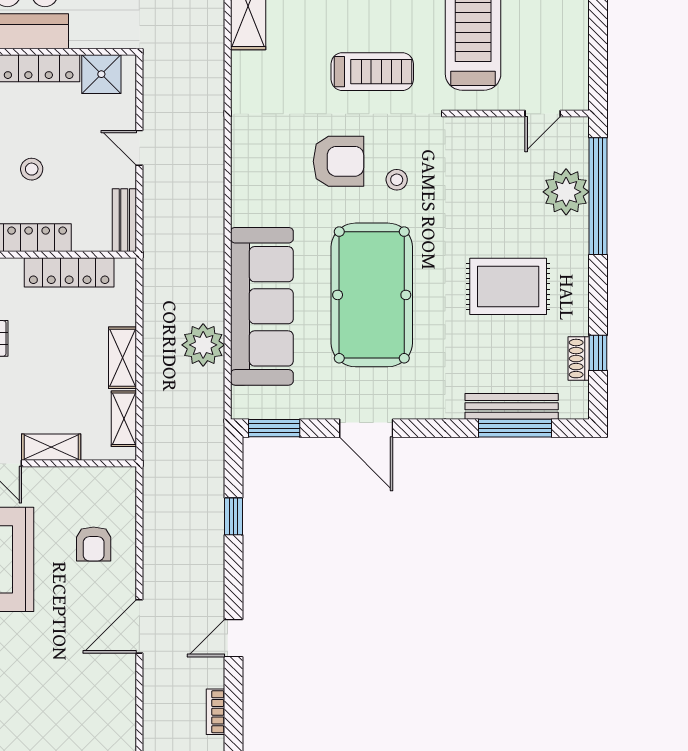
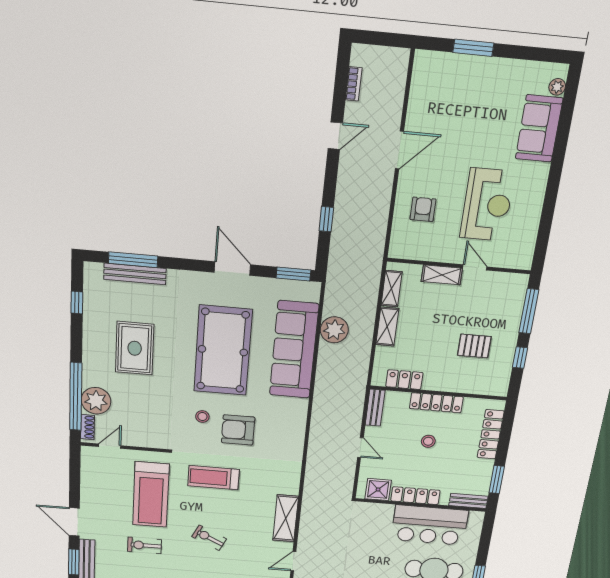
locker: (69, 272) -> (404, 380), width x0.66
rug: (508, 286) -> (135, 348), turned 90
shoe rack: (579, 359) -> (88, 427), moved

